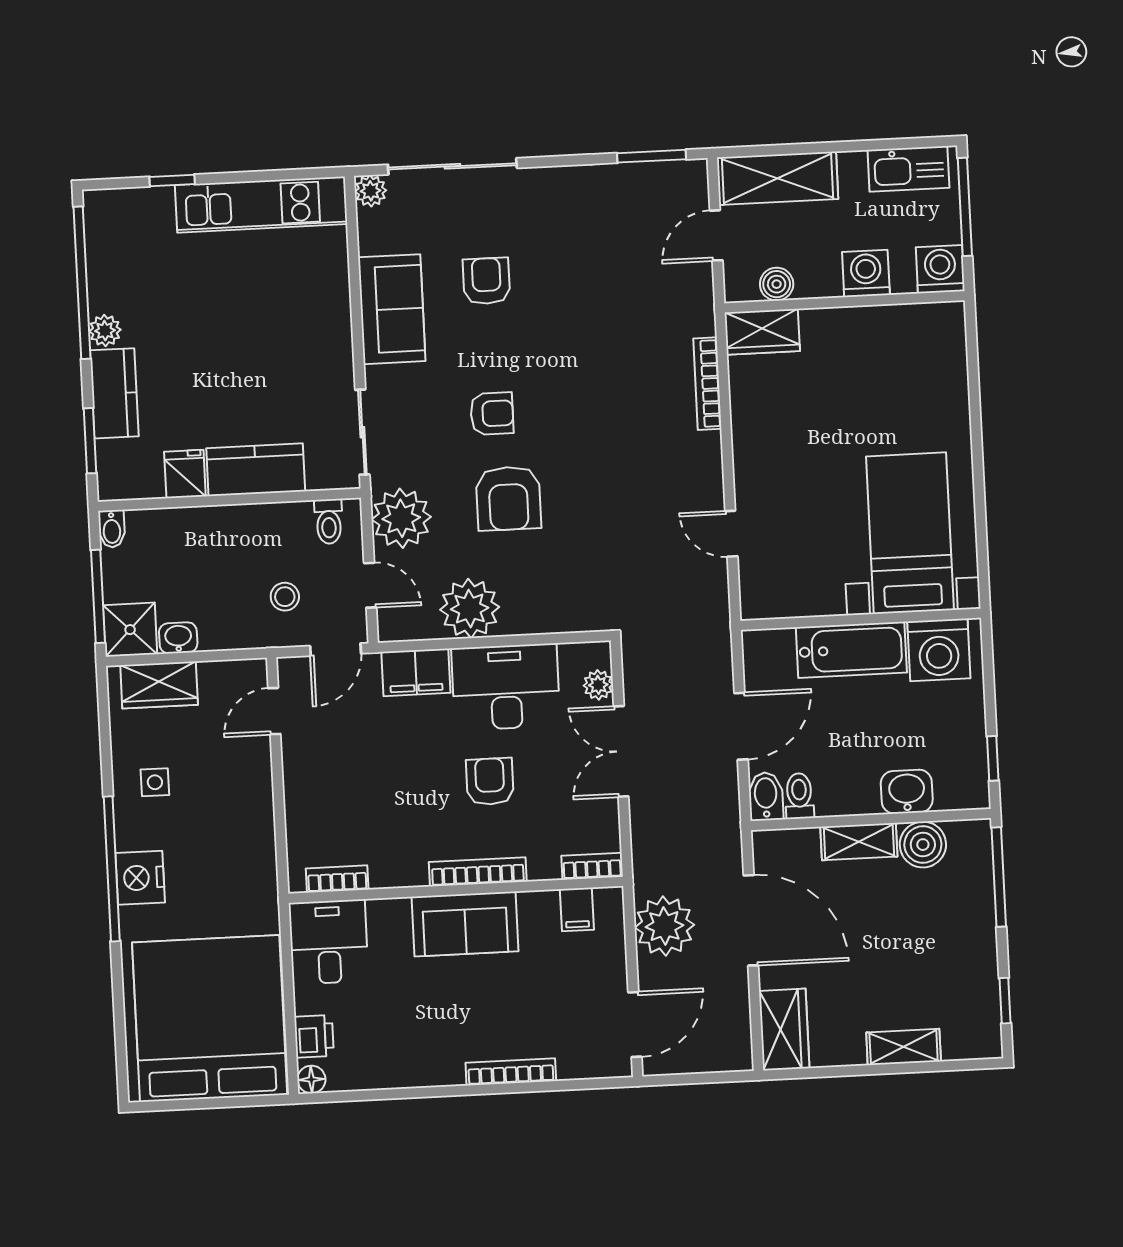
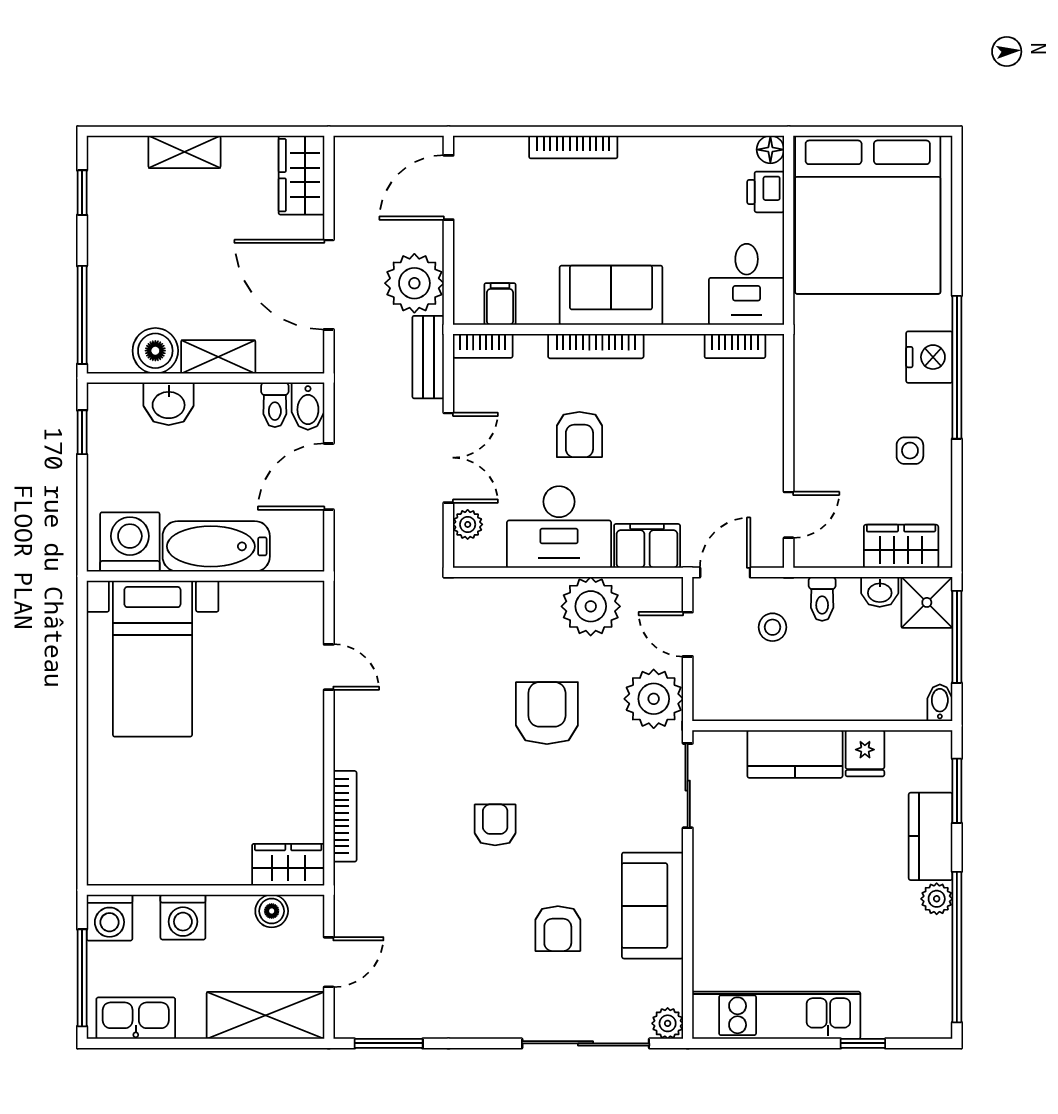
armchair: (492, 414) -> (495, 825), moved, turned 90
toilet: (329, 521) -> (822, 599), moved, turned 180
bench: (647, 852) -> (428, 357), added

